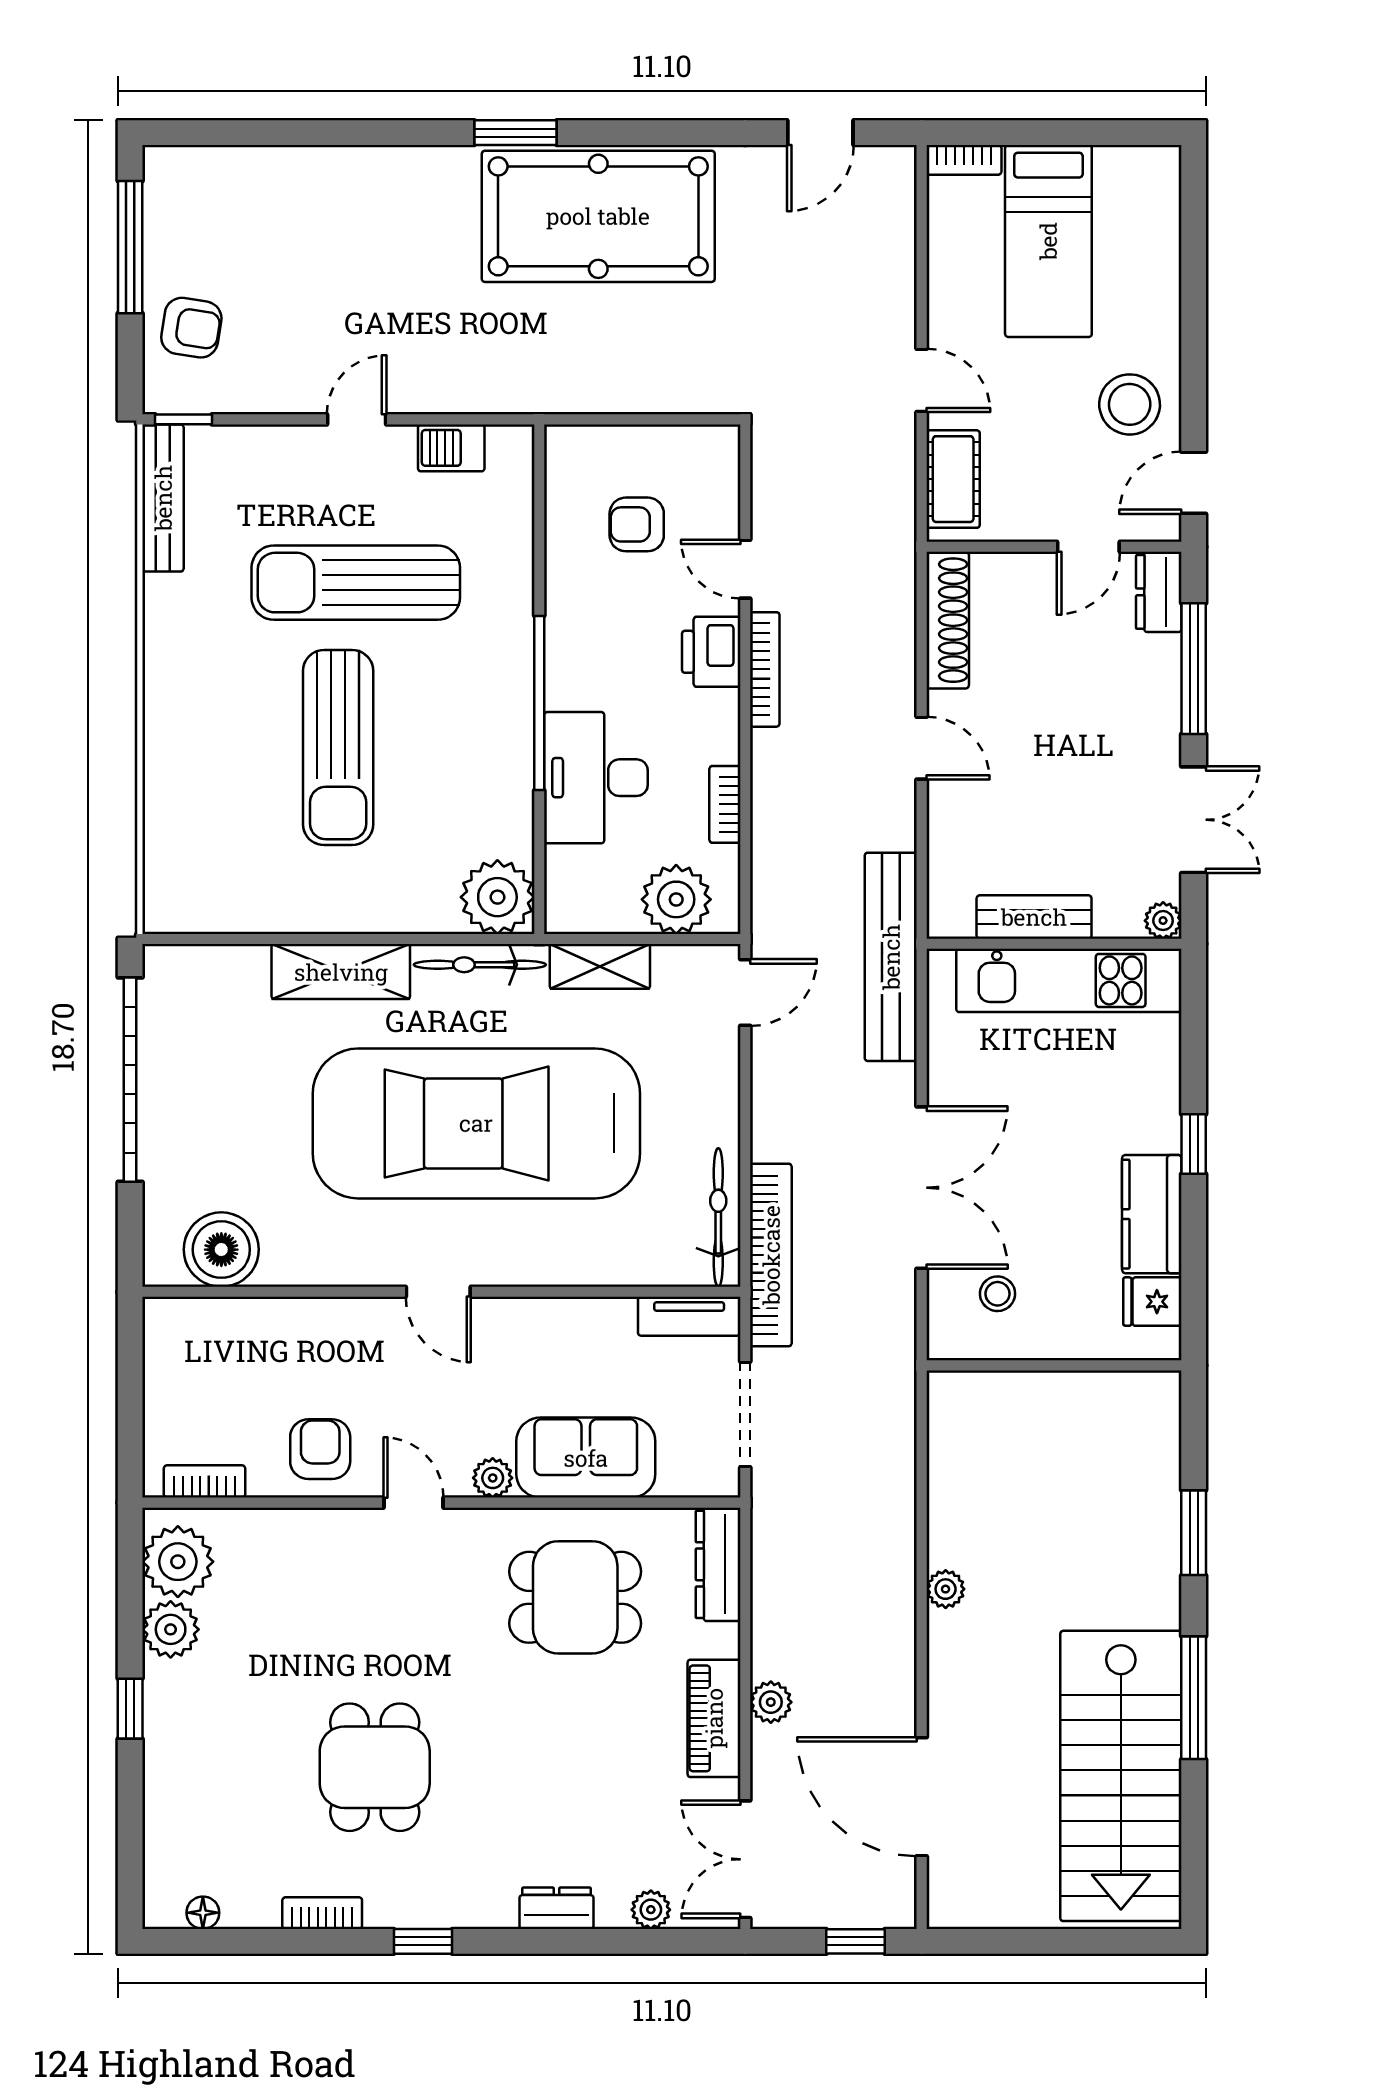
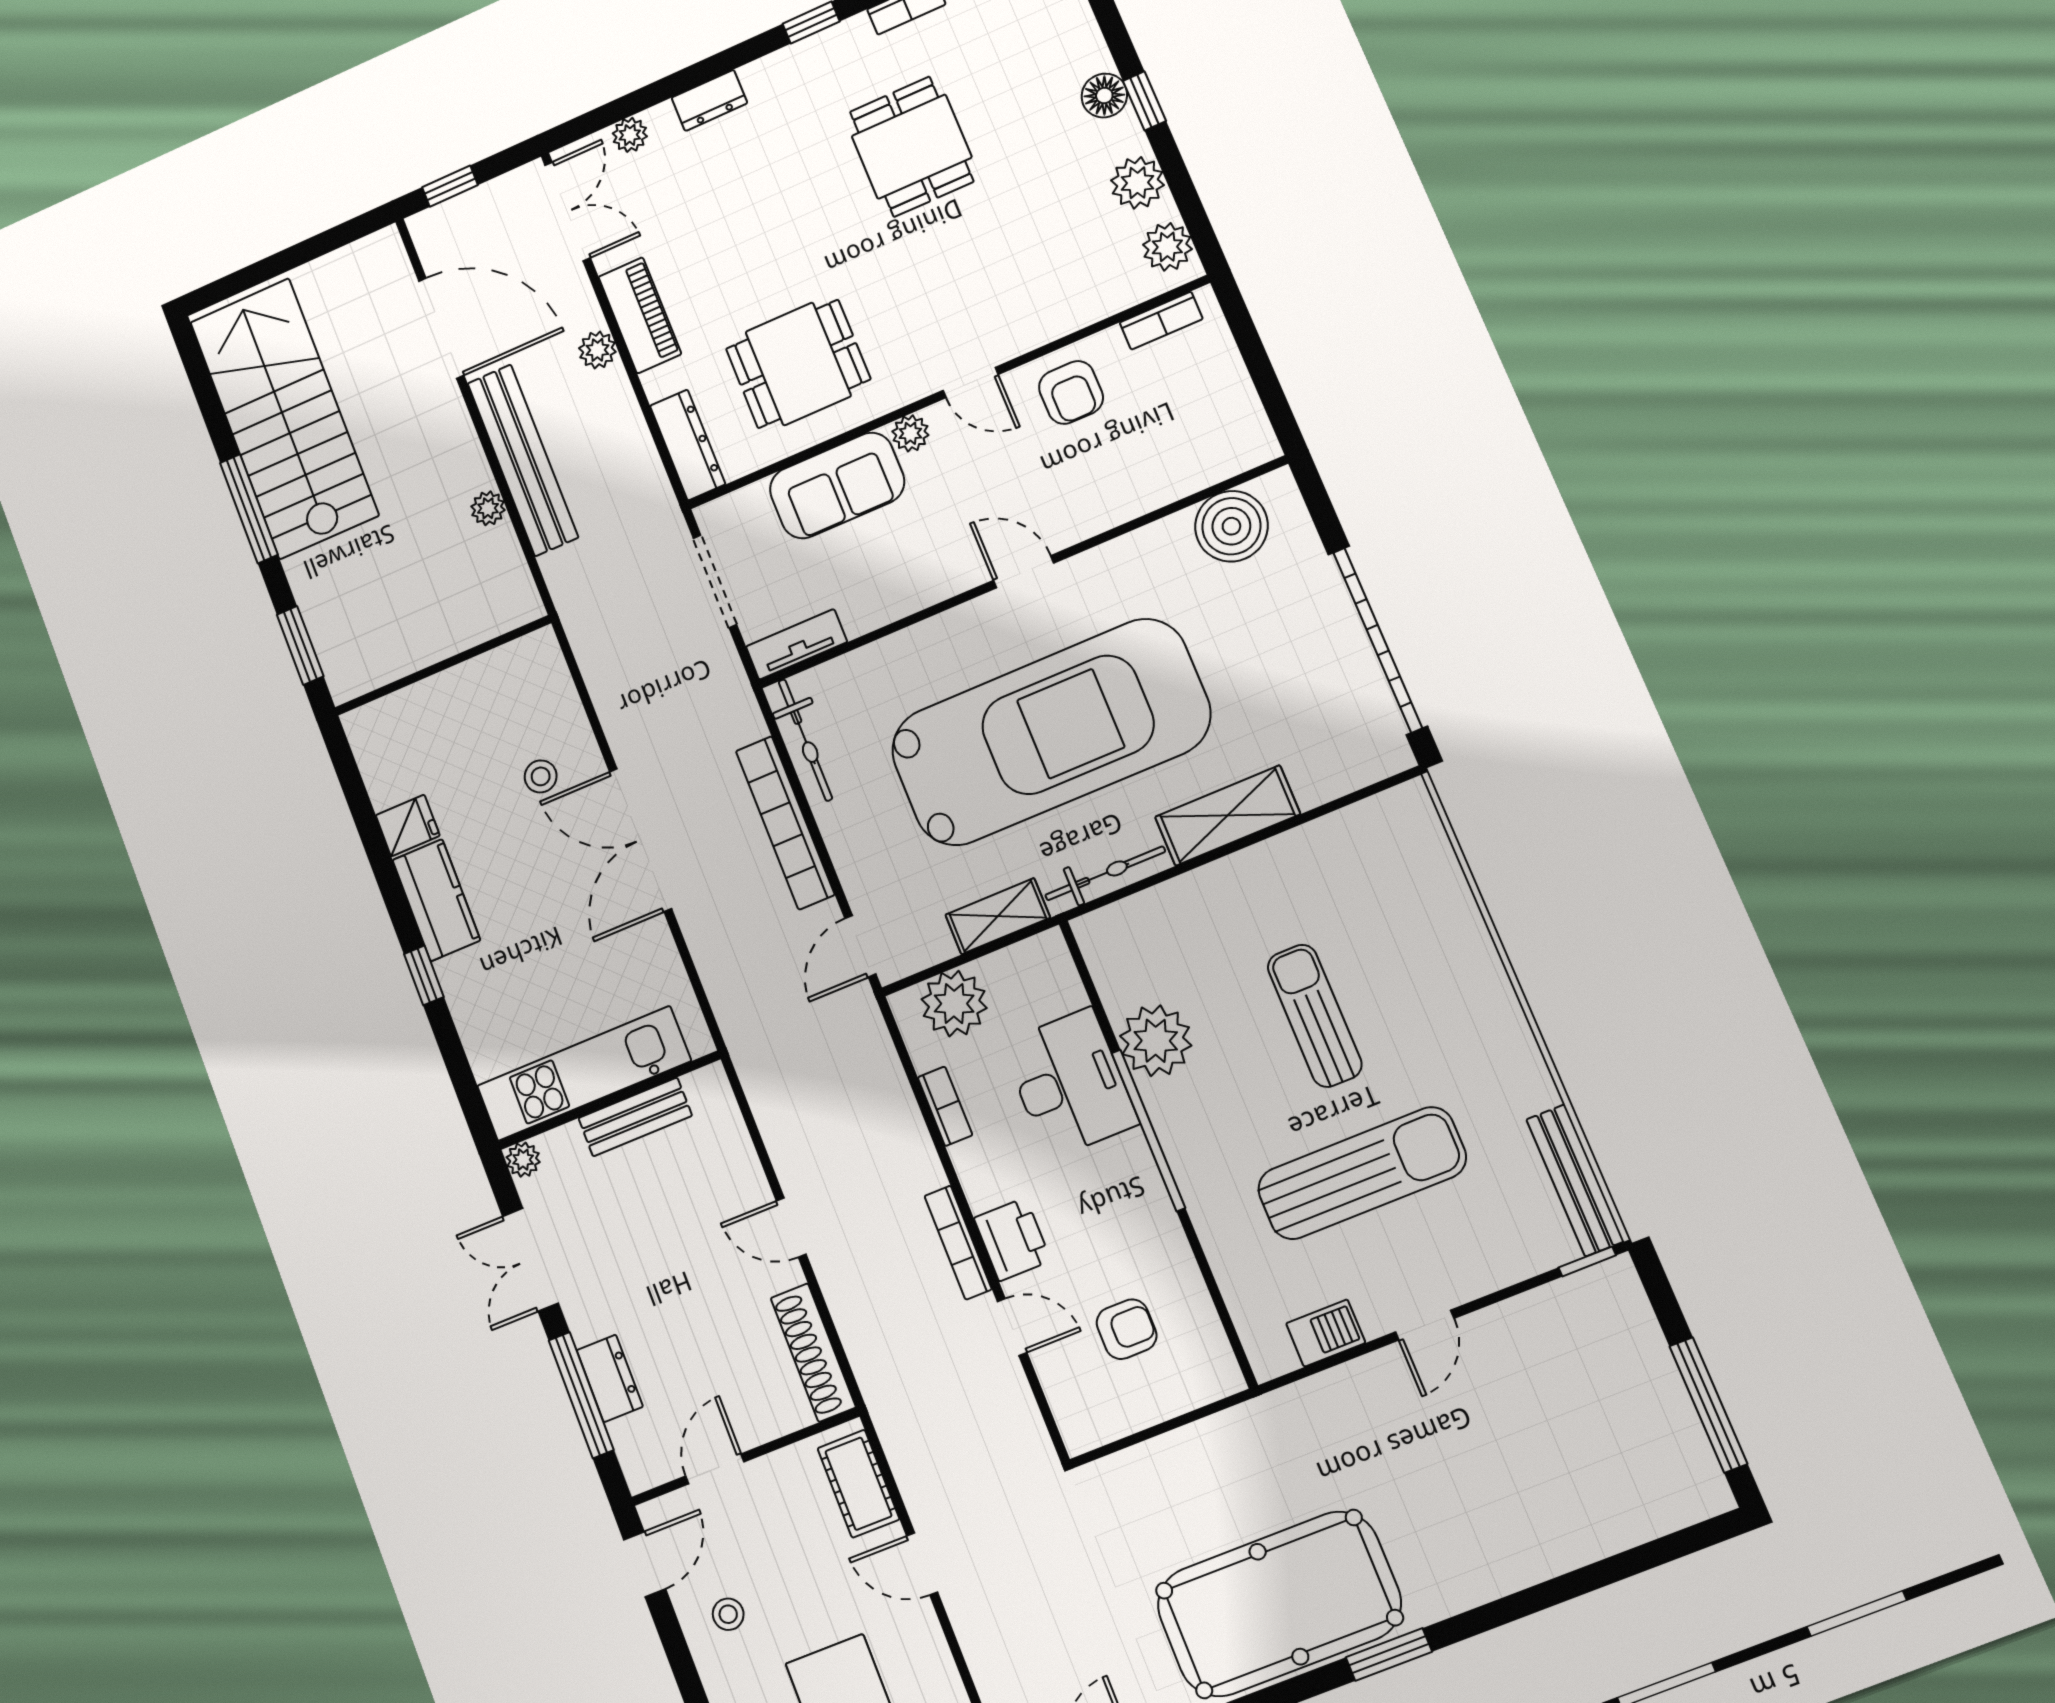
armchair: (191, 328) -> (1617, 1351), removed
stool: (1130, 404) -> (728, 1614), width x0.53, depth x0.53
dresser: (1159, 592) -> (610, 1378), moved
sun lounger: (338, 748) -> (1315, 1016), width x0.73, depth x0.75
plant: (497, 897) -> (1156, 1041), moved
bench: (891, 957) -> (523, 460), moved
bookcase: (771, 1255) -> (785, 823), moved
wall: (1054, 1365) -> (443, 665), moved
plant: (178, 1562) -> (1167, 247), width x0.73, depth x0.73
floor lamp: (166, 1732) -> (1104, 96), added

